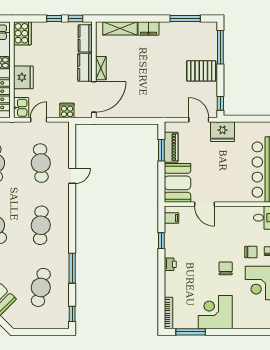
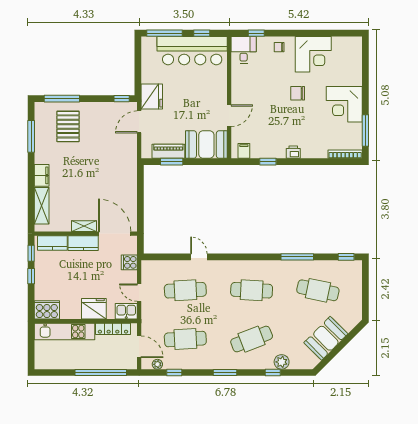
pallet: (201, 71) -> (68, 126), moved
chair: (251, 252) -> (280, 66), removed

